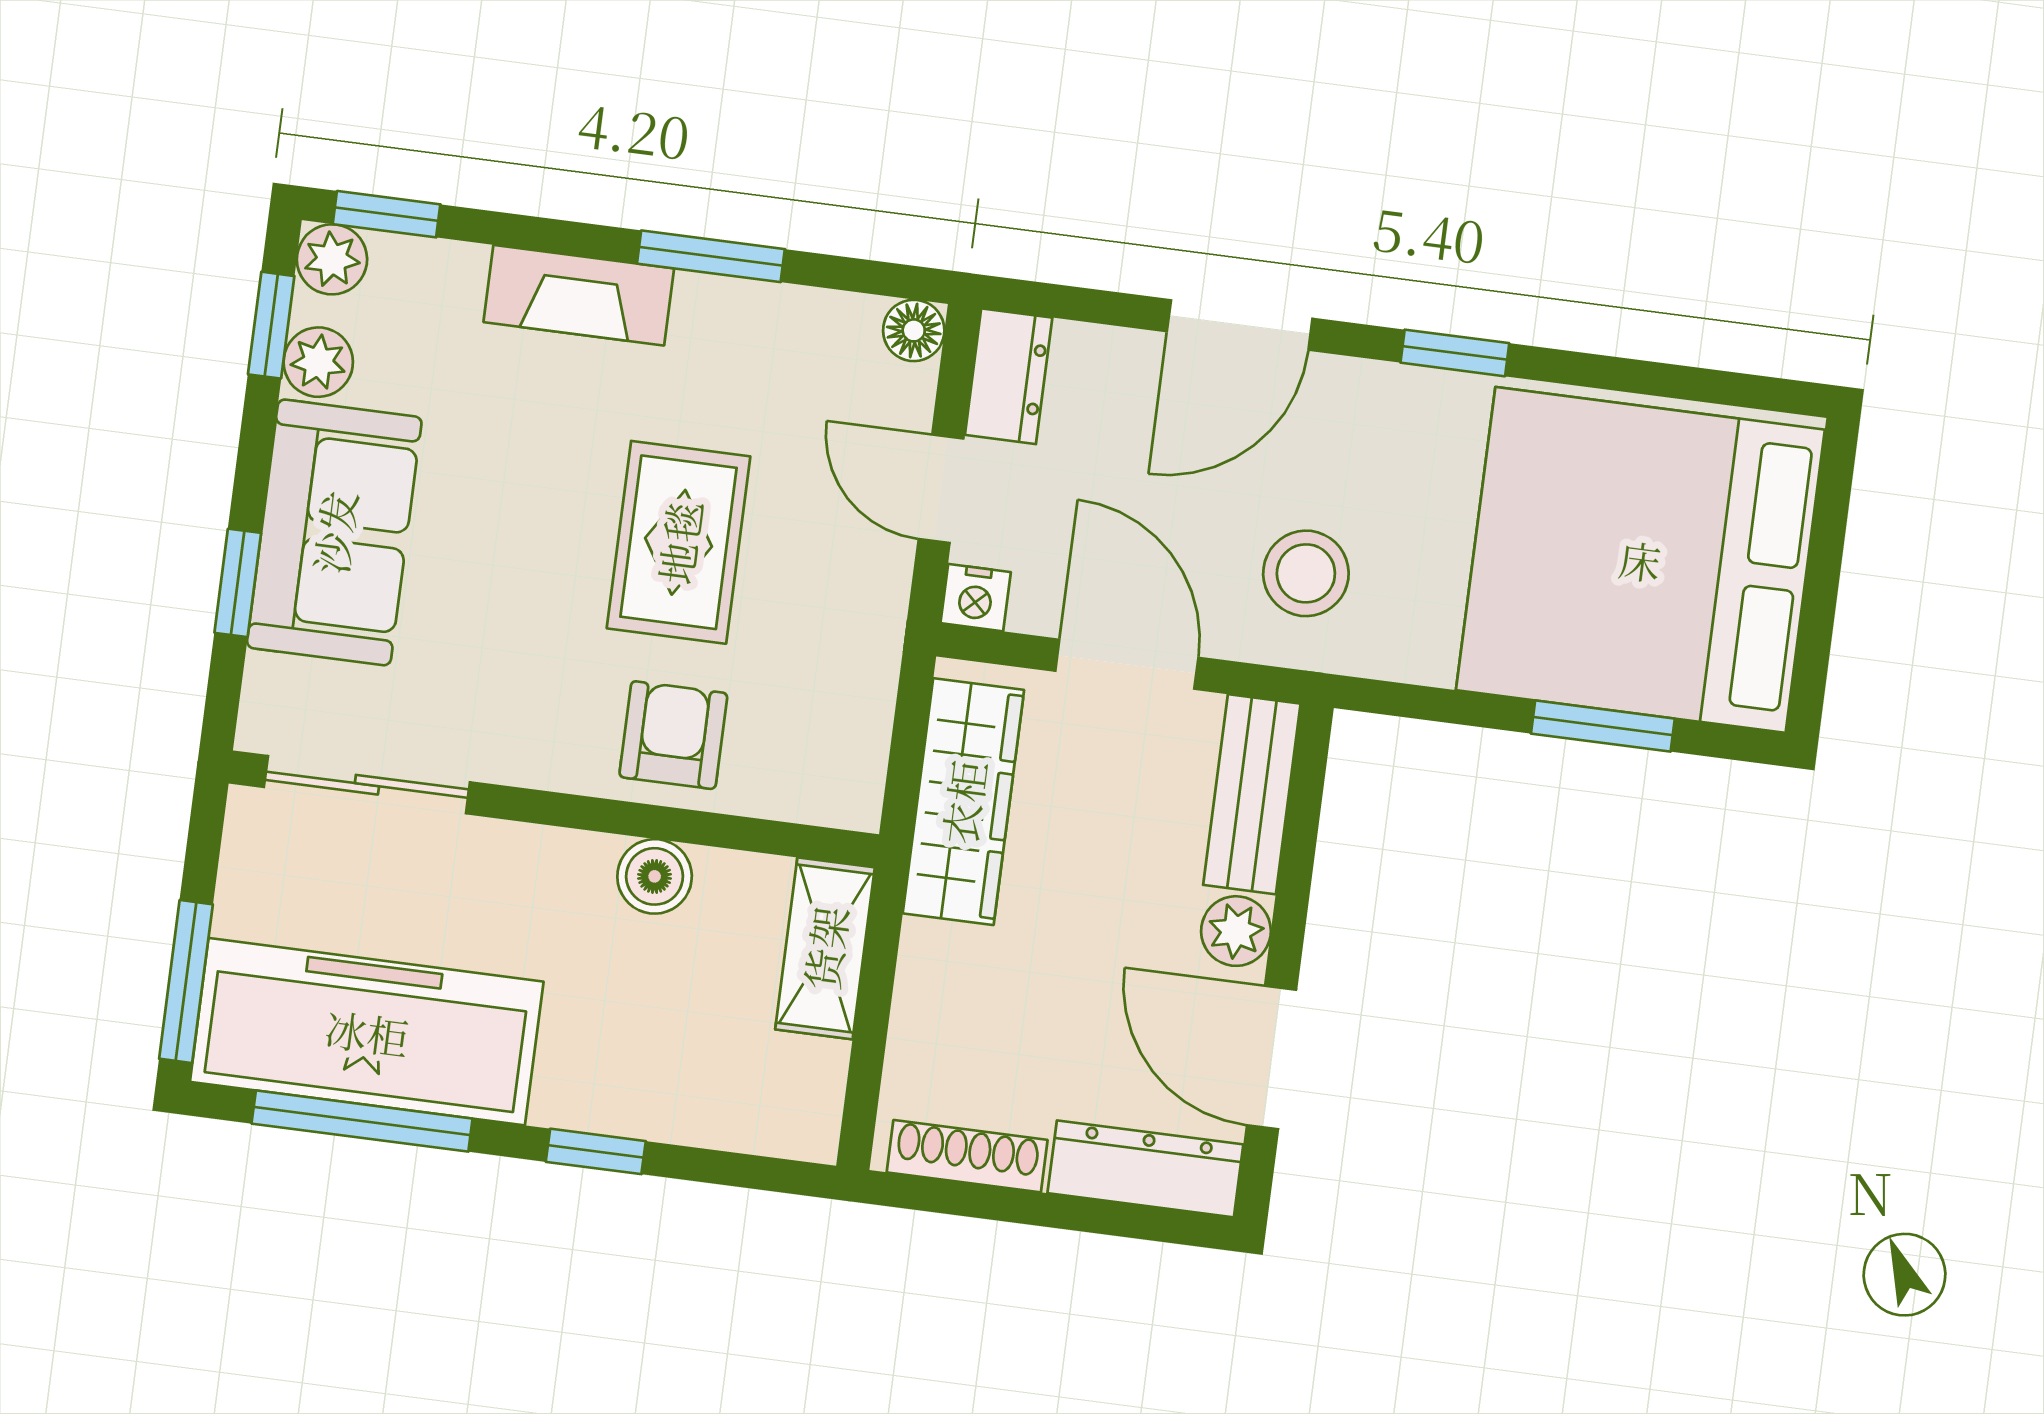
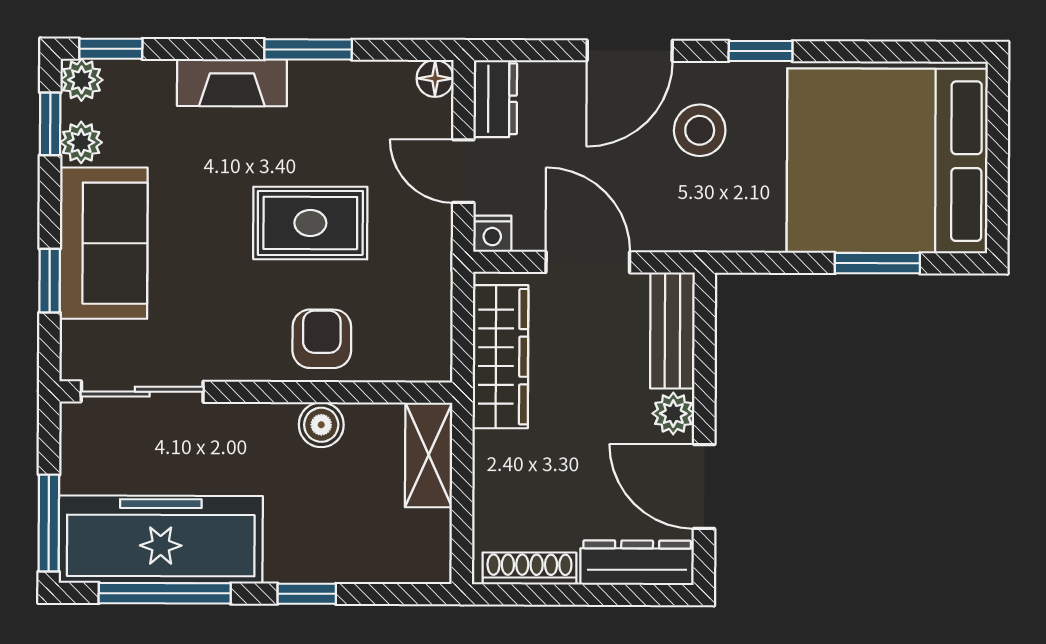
rug: (679, 542) -> (310, 223), turned 90
stool: (1306, 573) -> (700, 130), moved

